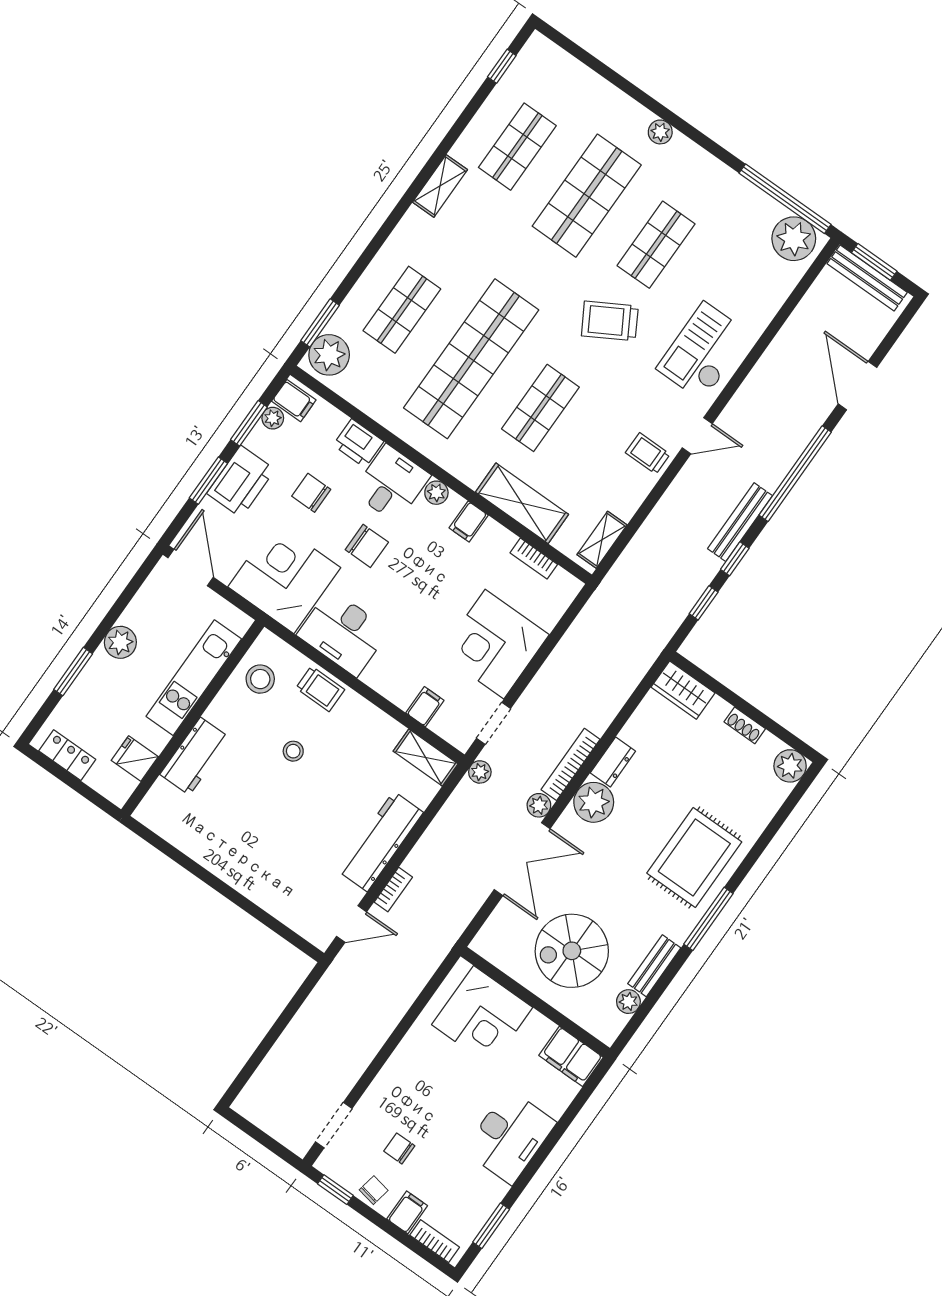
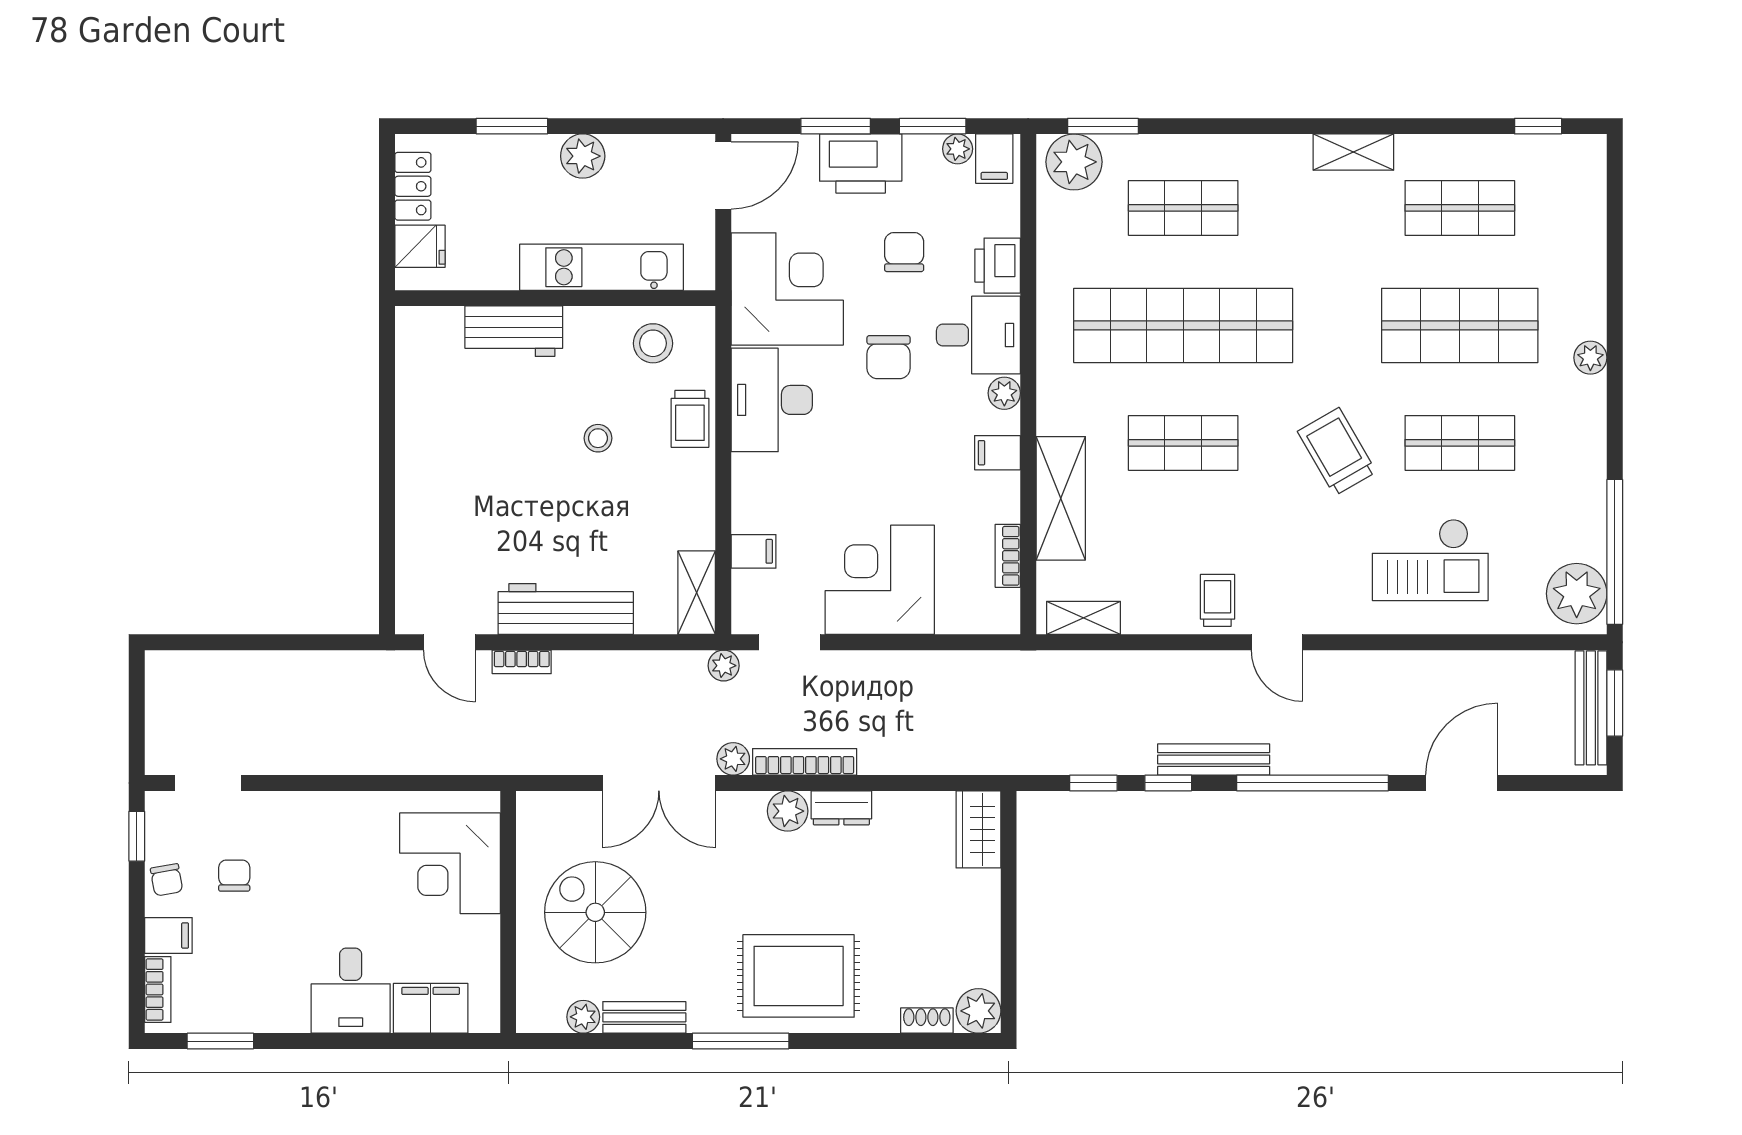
checkout: (703, 351) -> (1430, 560), moved, turned 180
shoe rack: (745, 725) -> (927, 1020), moved, turned 90
fridge: (135, 759) -> (420, 246), moved, turned 90
plant: (594, 802) -> (788, 811), width x0.73, depth x0.73
filing cabinet: (571, 1056) -> (431, 1008), moved, turned 90
desk: (510, 1137) -> (351, 991), width x0.73
chair: (374, 1190) -> (167, 880), turned 69

